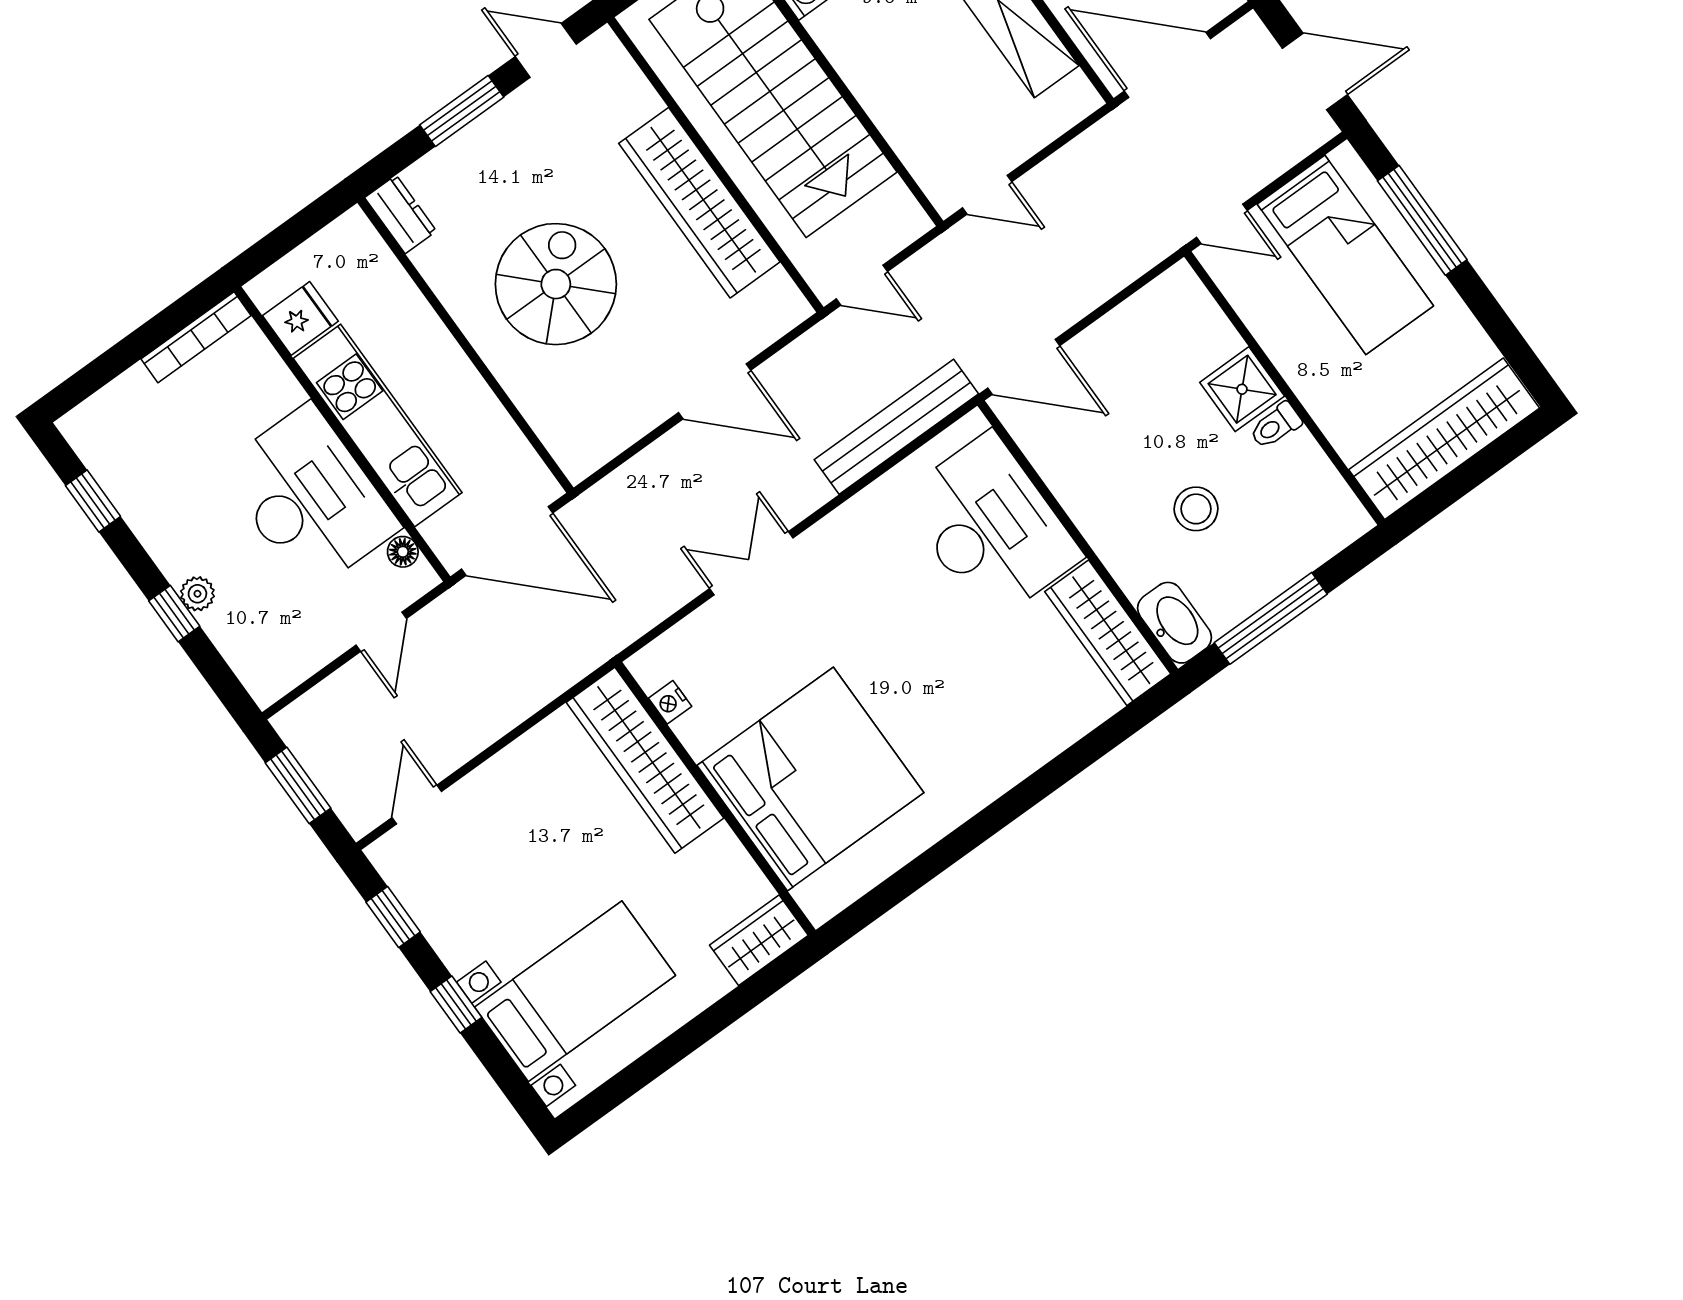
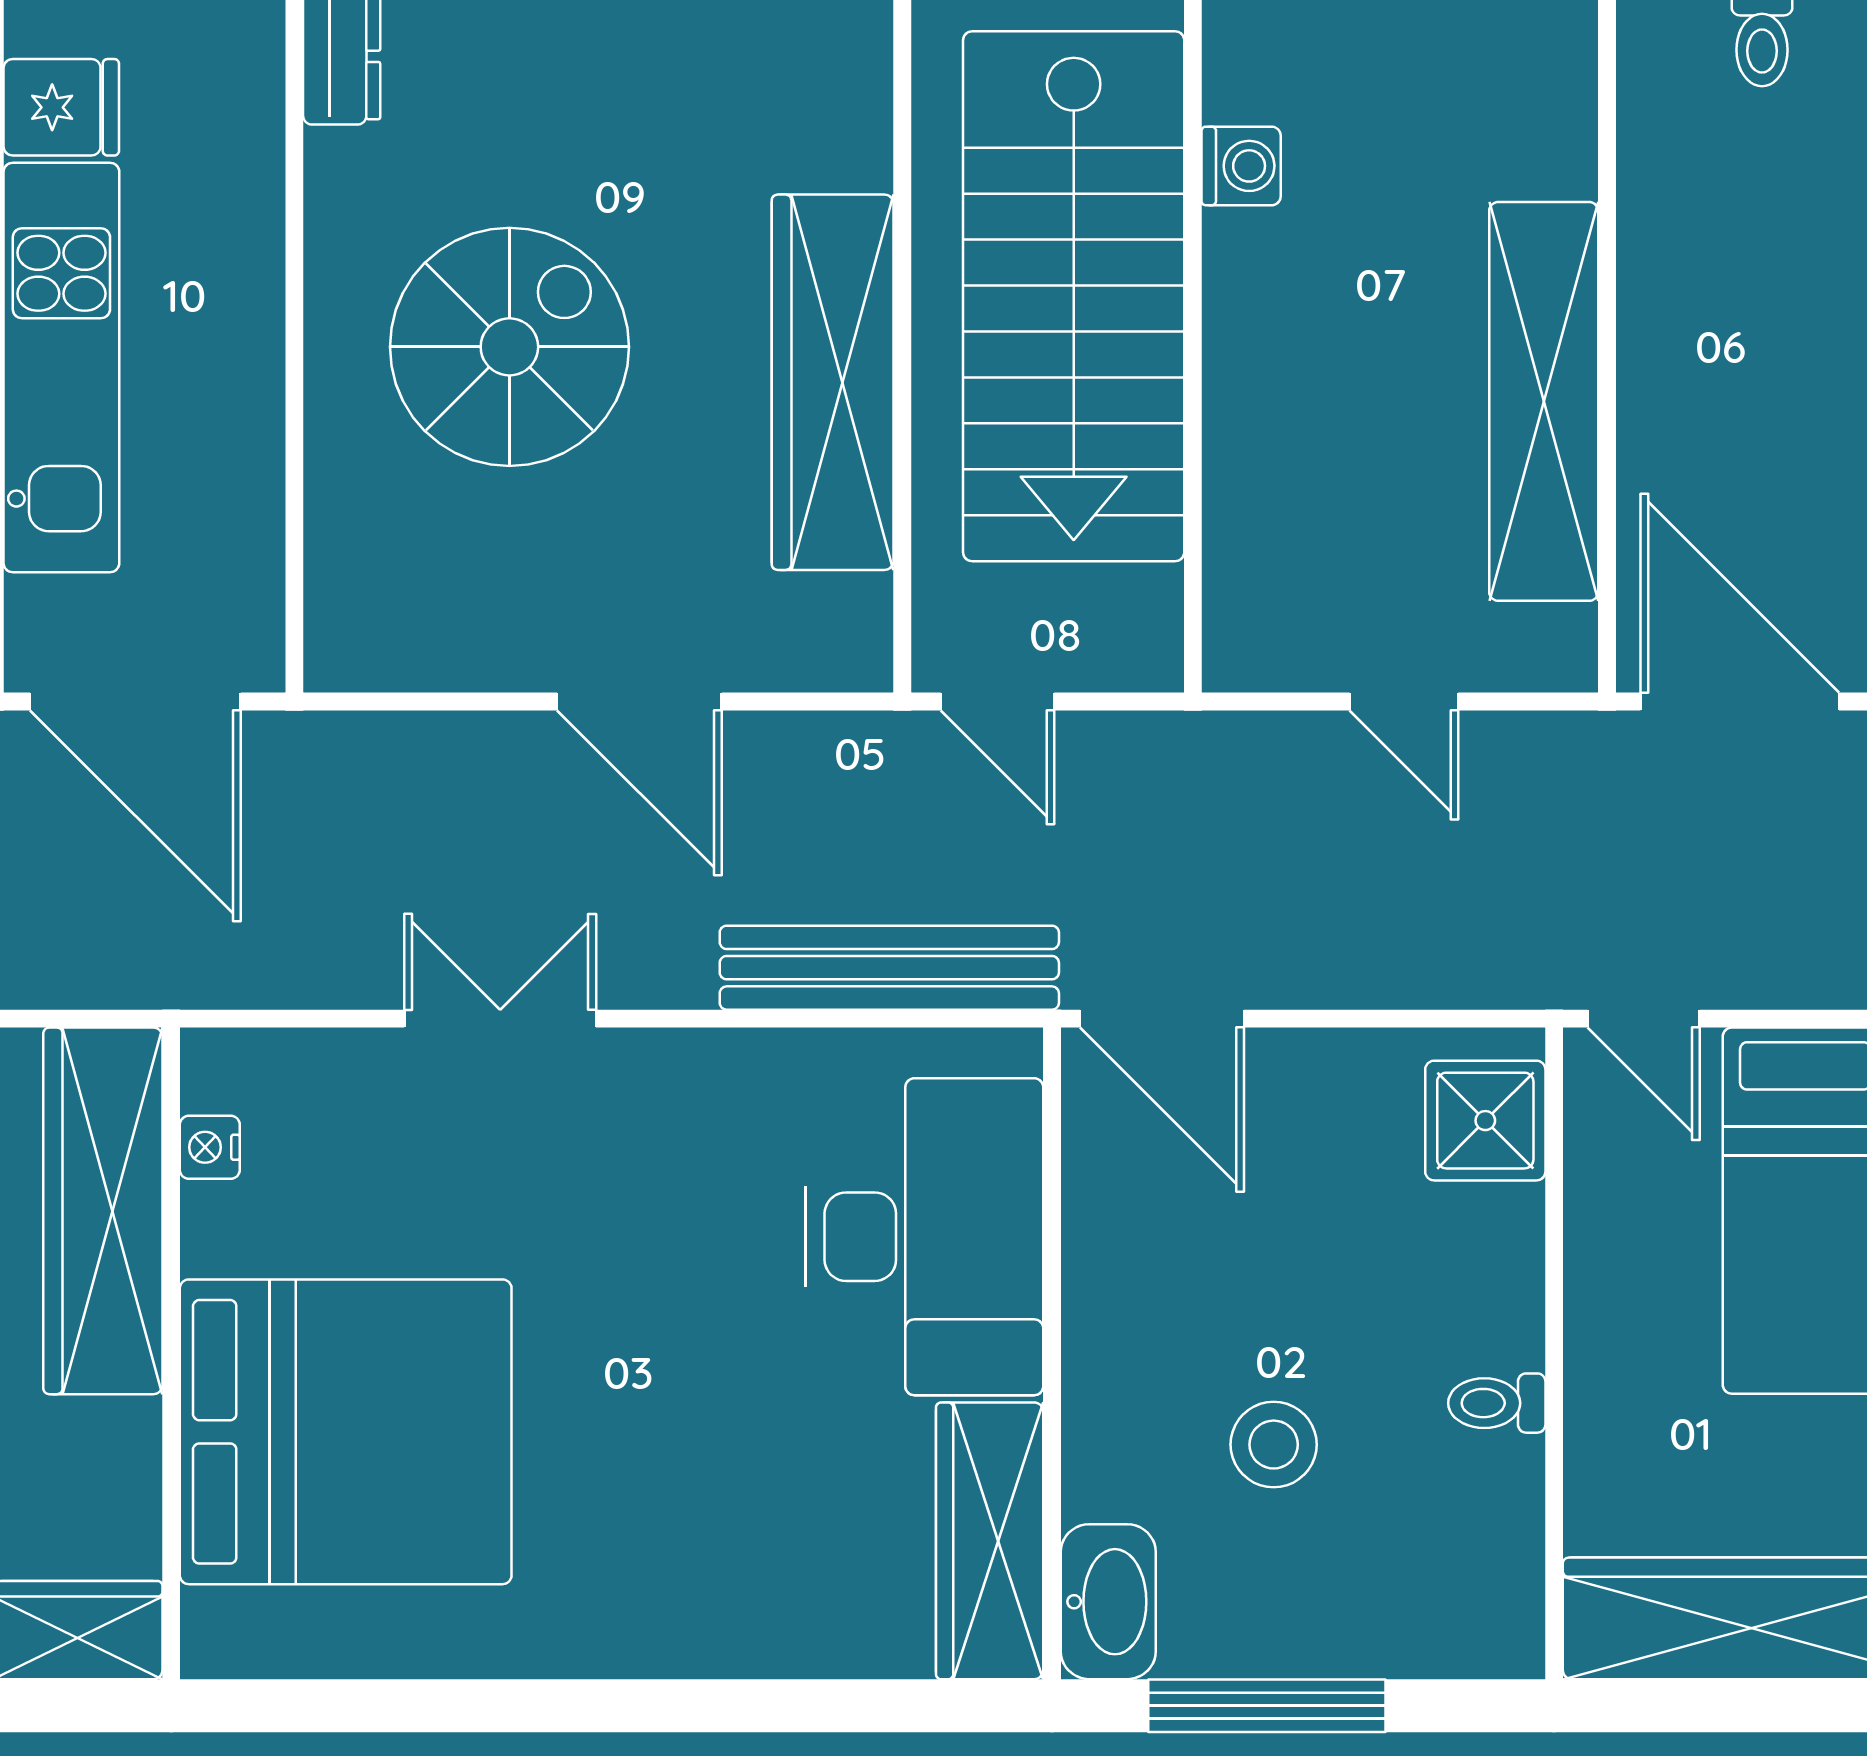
door: (987, 195) -> (1404, 702), moved
shower: (1242, 389) -> (1485, 1121), moved

